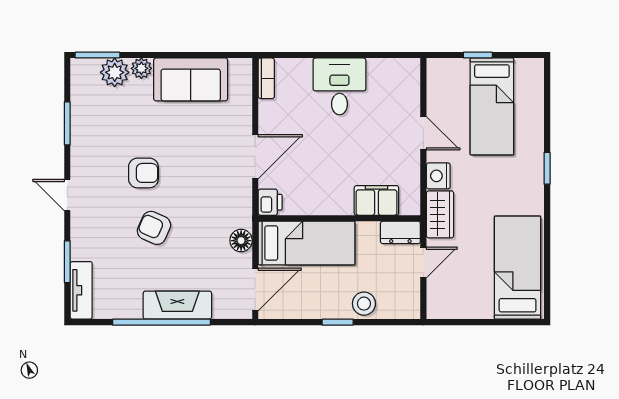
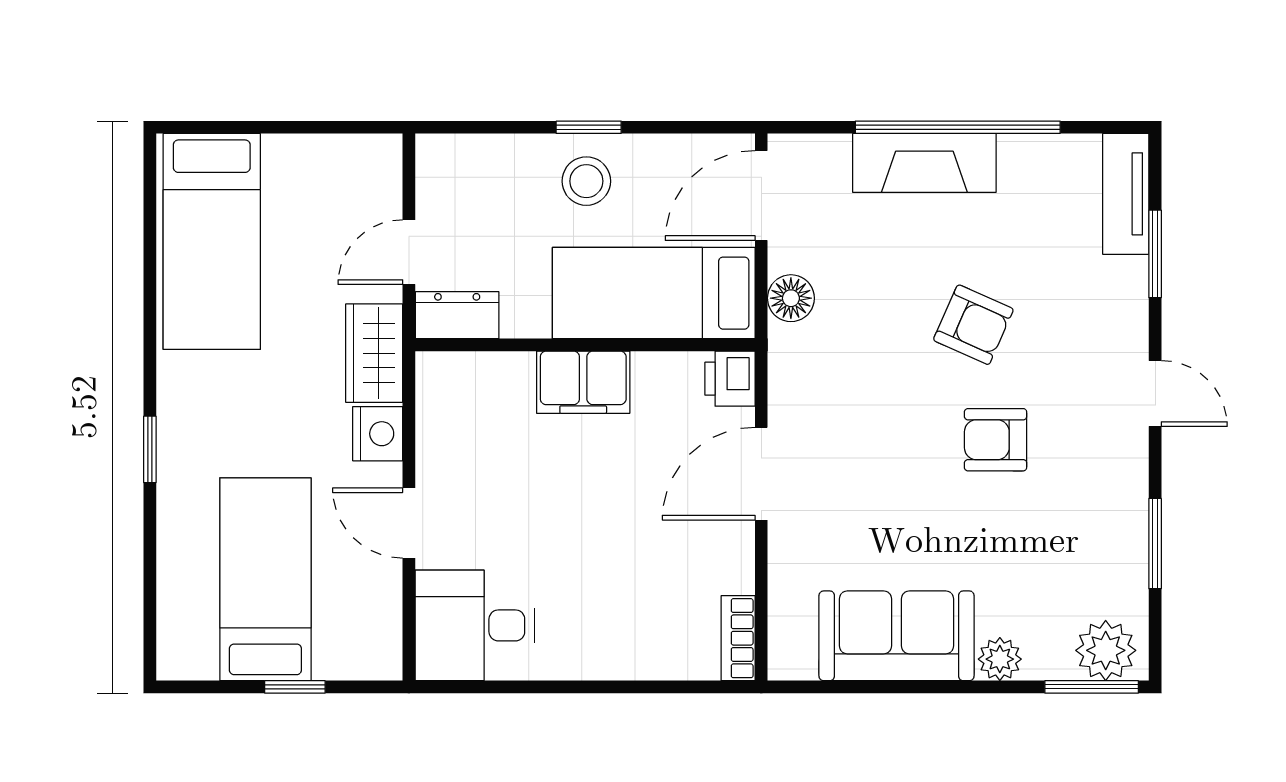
plant: (115, 72) -> (1106, 650), moved
desk: (339, 86) -> (475, 625), moved, turned 90
filing cabinet: (376, 200) -> (583, 382), moved
stool: (364, 304) -> (586, 181), moved

